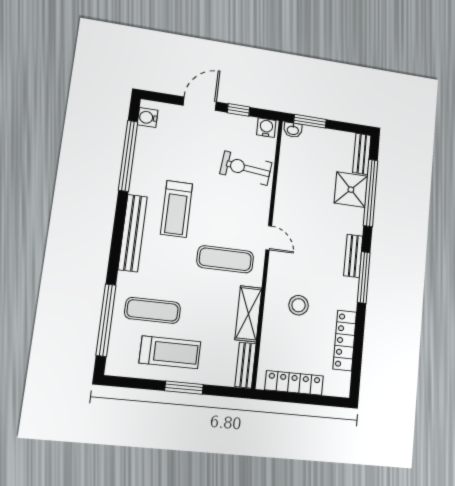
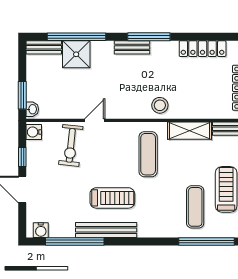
bench: (133, 233) -> (106, 230), moved
door: (269, 238) -> (95, 120), moved
stool: (299, 305) -> (160, 105), moved

